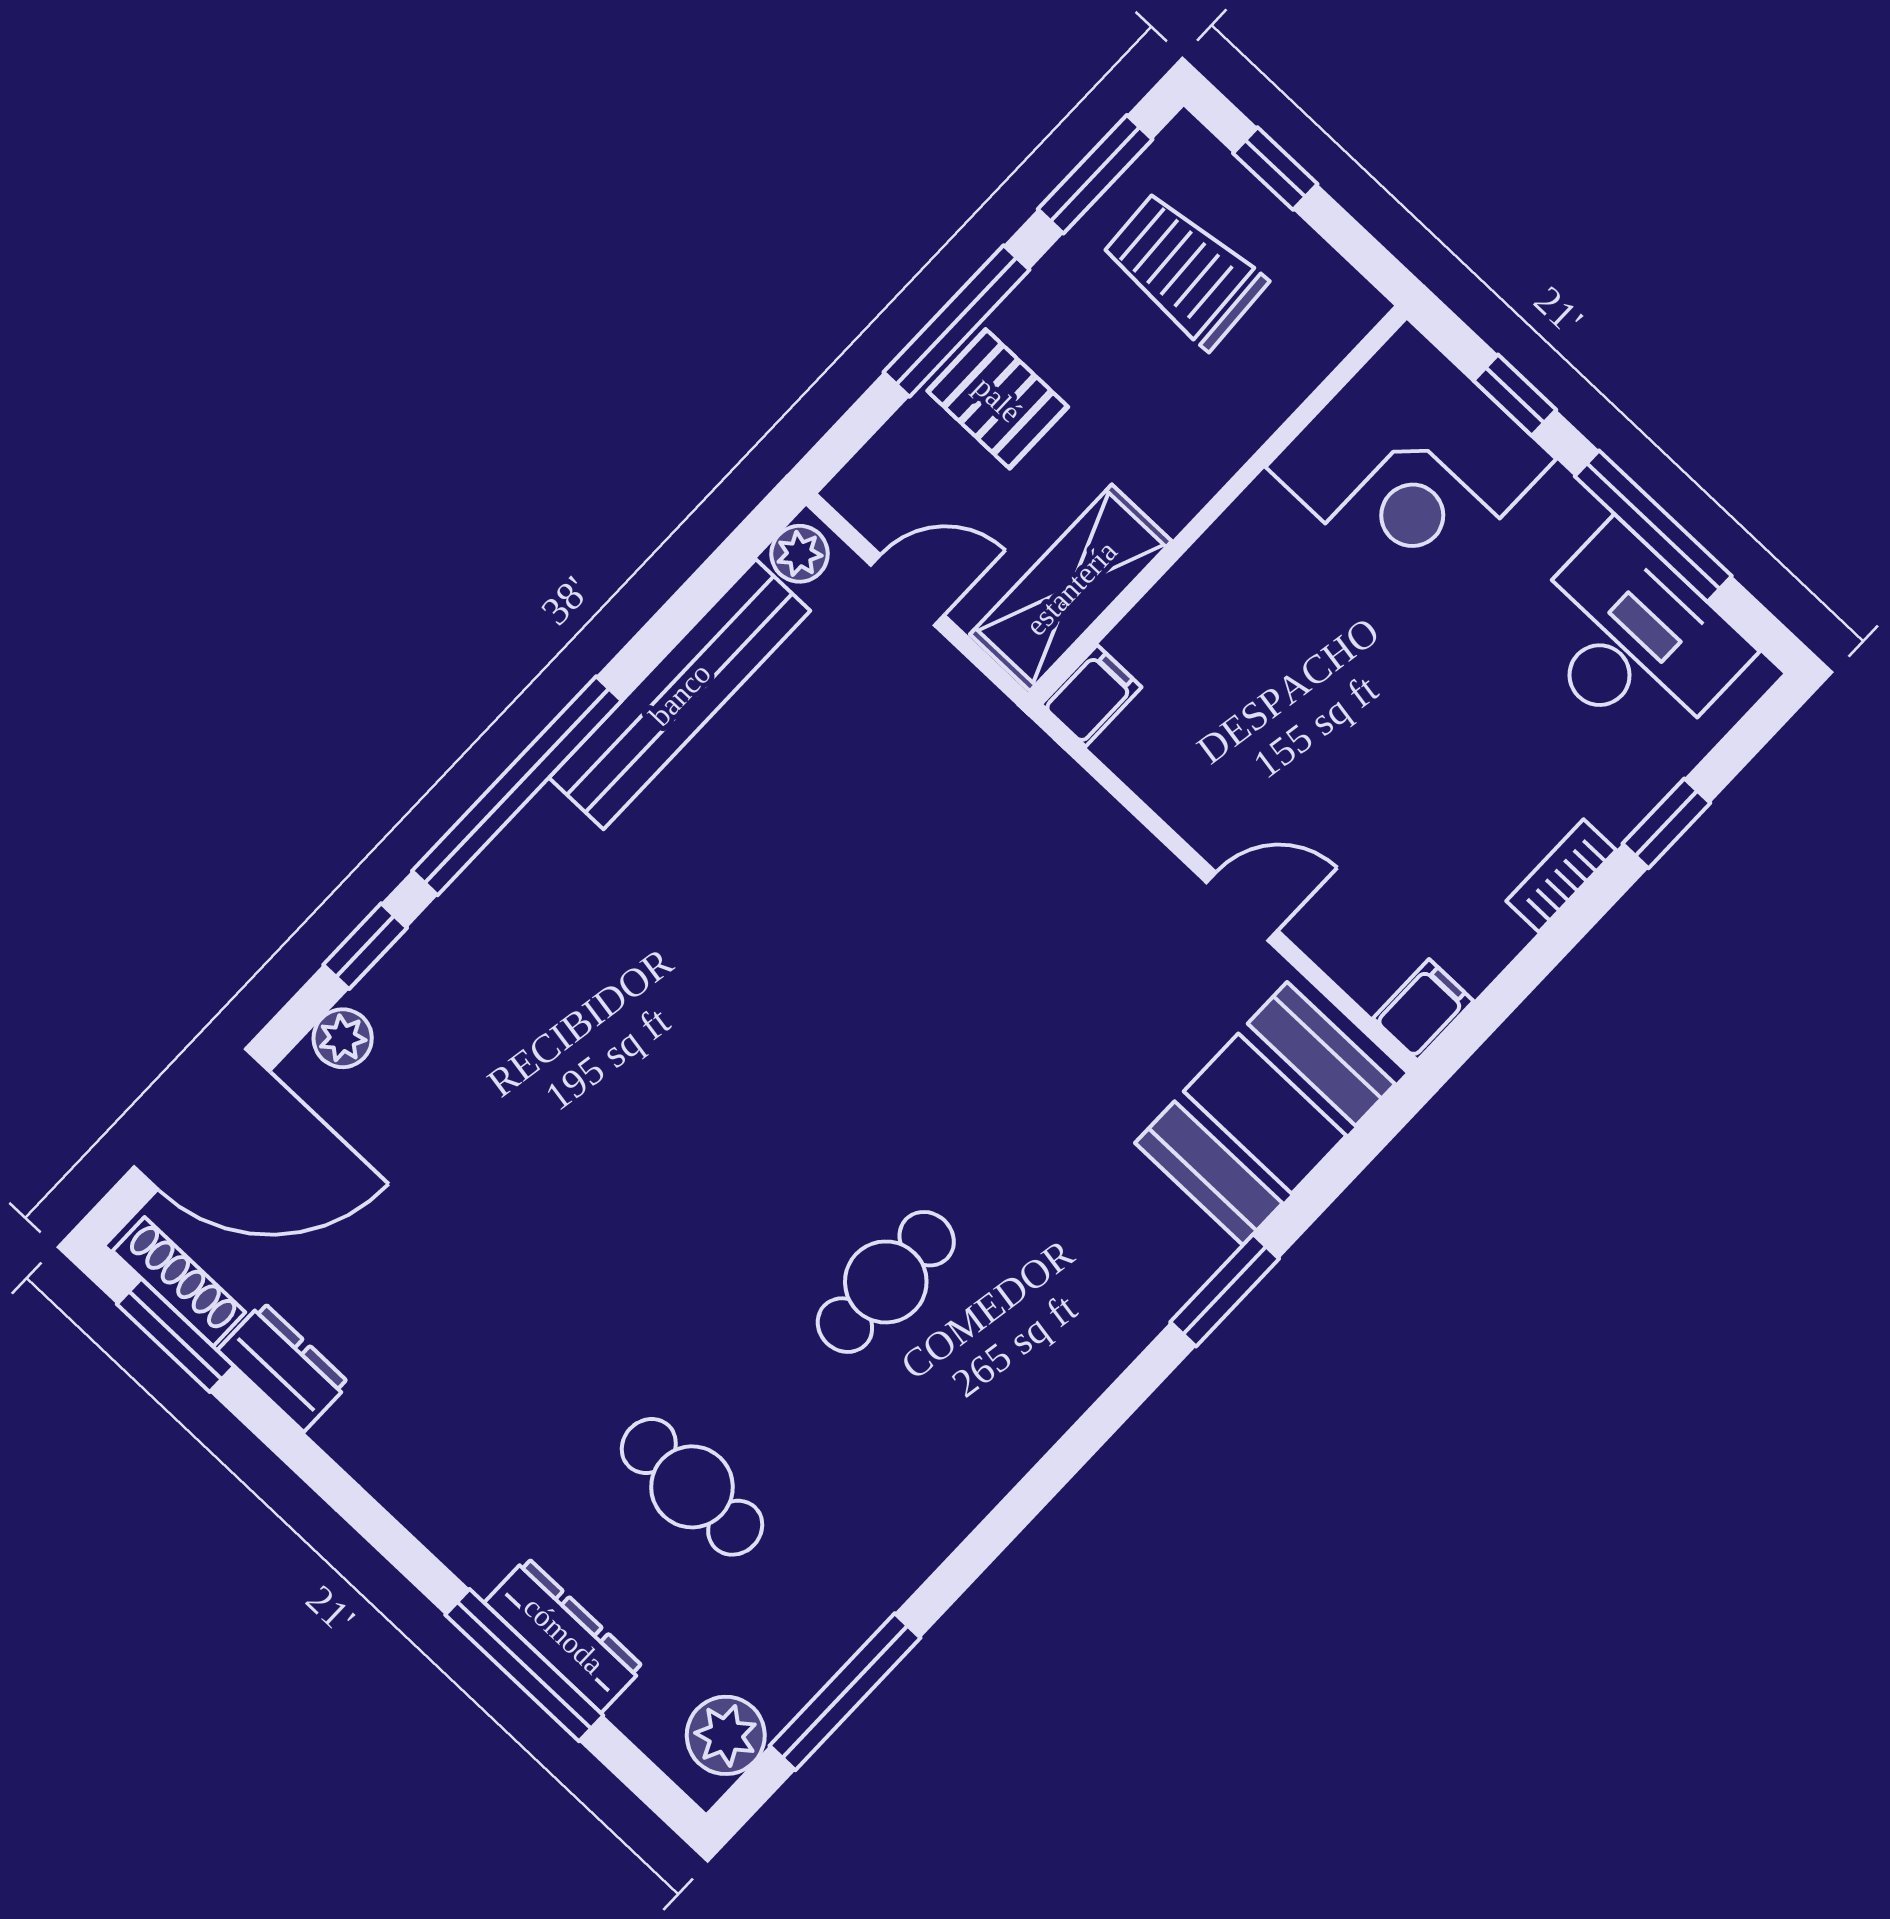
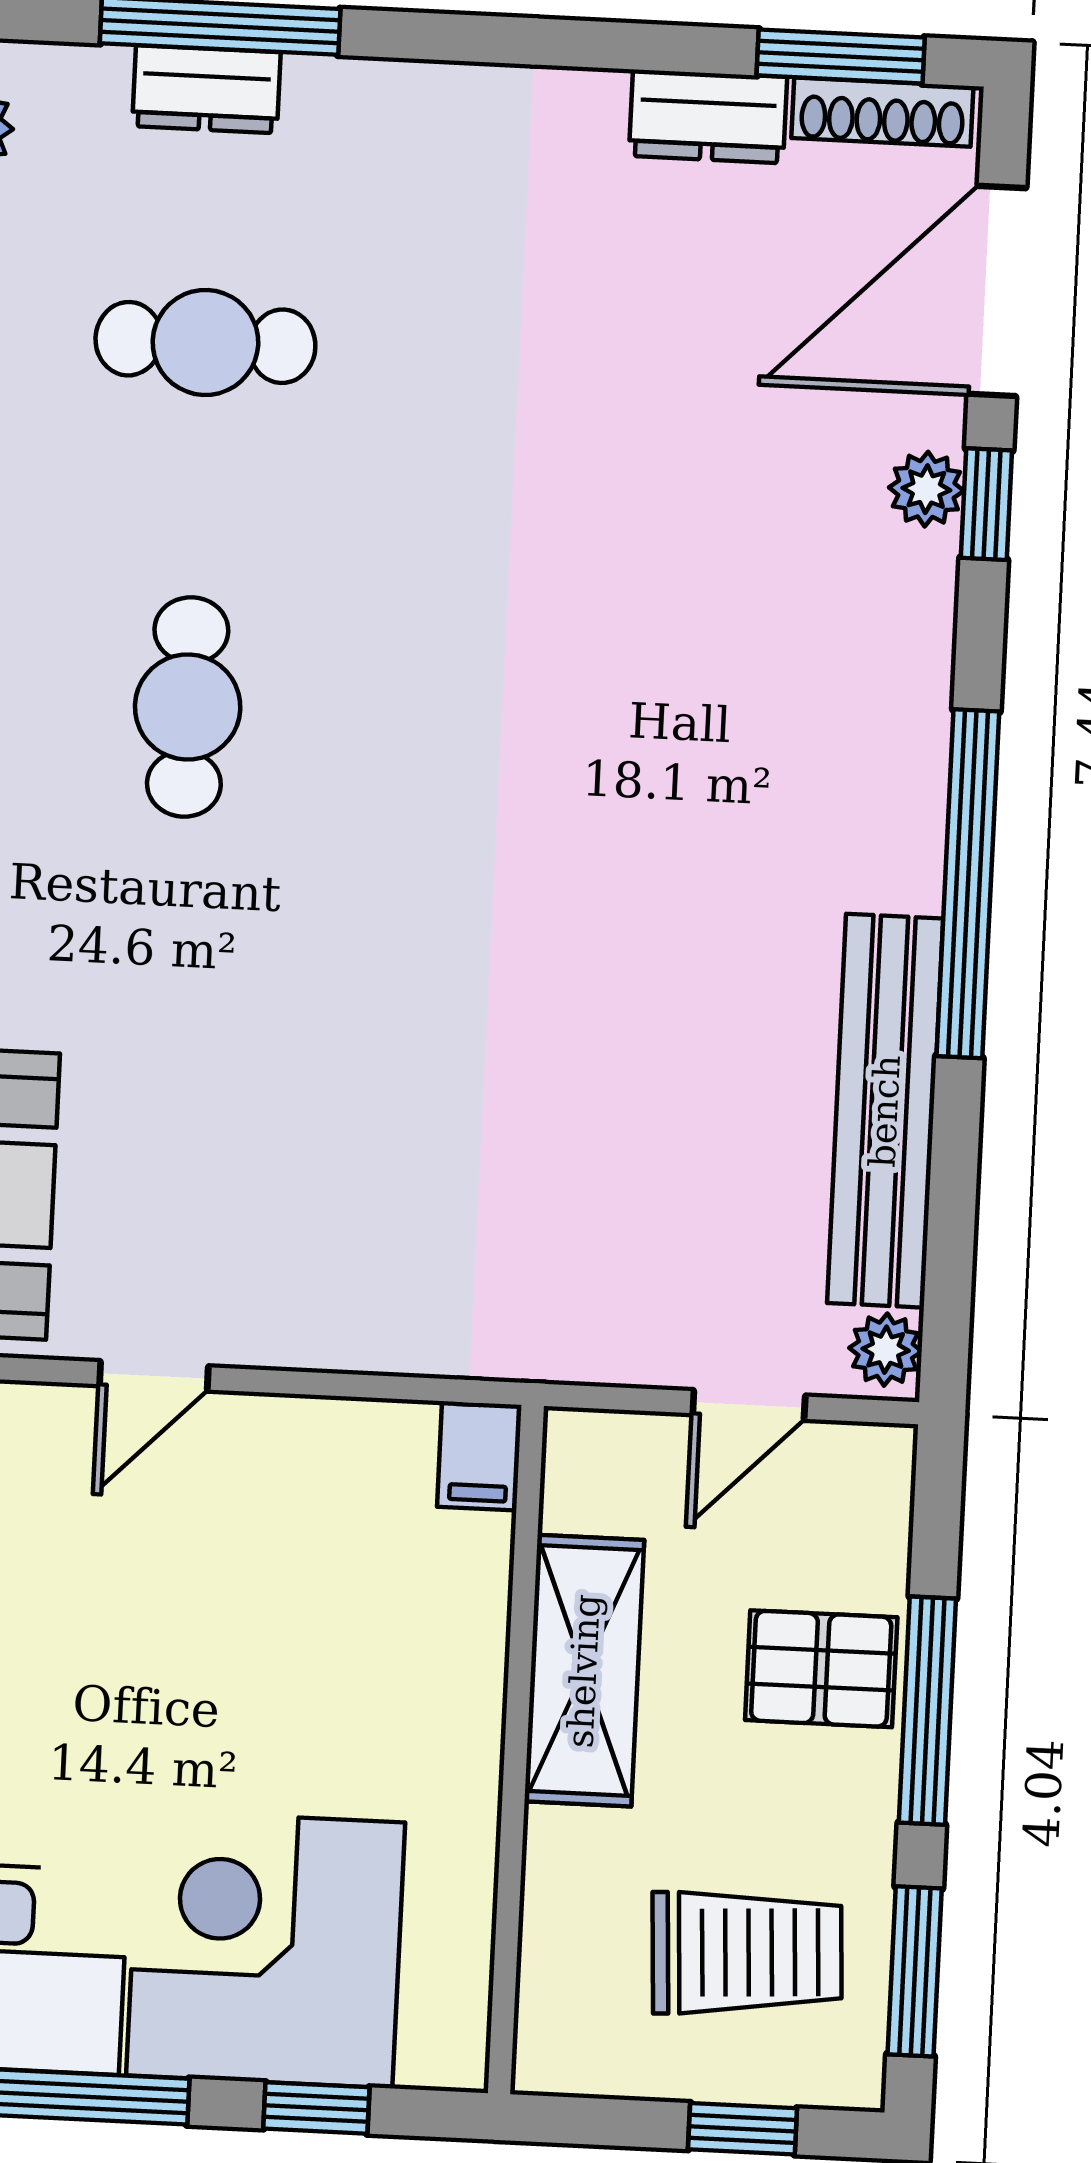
corner desk: (1411, 463) -> (266, 1949), moved
shelving: (1071, 588) -> (584, 1671), moved
window: (365, 946) -> (986, 504), moved
dresser: (564, 1635) -> (206, 89), width x0.70

